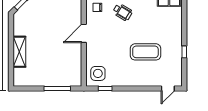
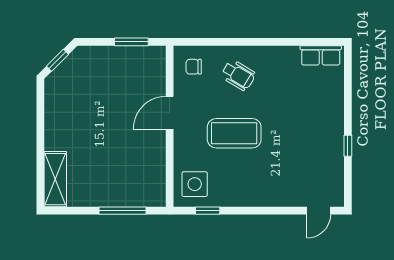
shelving: (19, 52) -> (55, 179), moved
coffee table: (145, 52) -> (234, 133), moved

